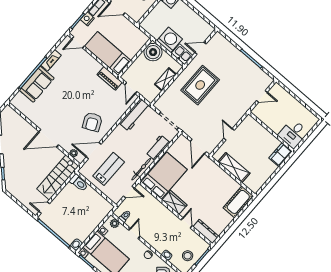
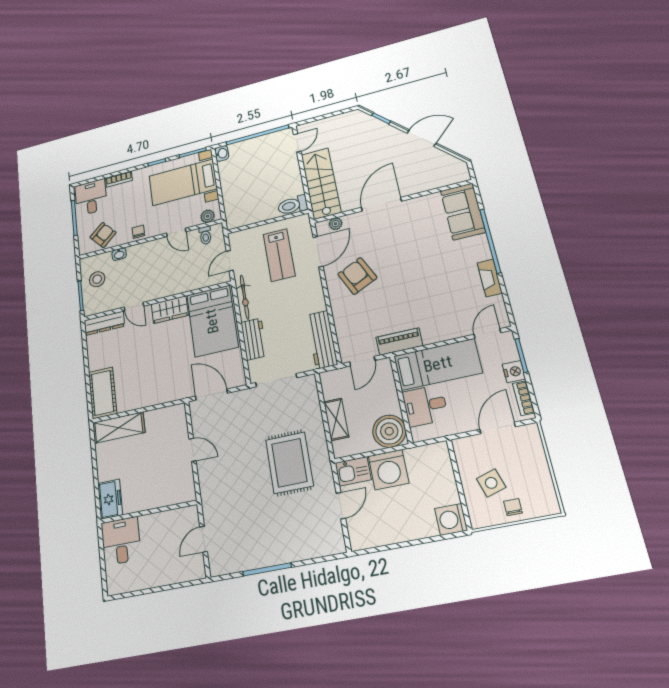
desk: (130, 45) -> (425, 406), added
sofa: (37, 84) -> (463, 211), moved
door: (131, 88) -> (362, 361), swing flipped
shelving: (234, 168) -> (119, 428), moved

